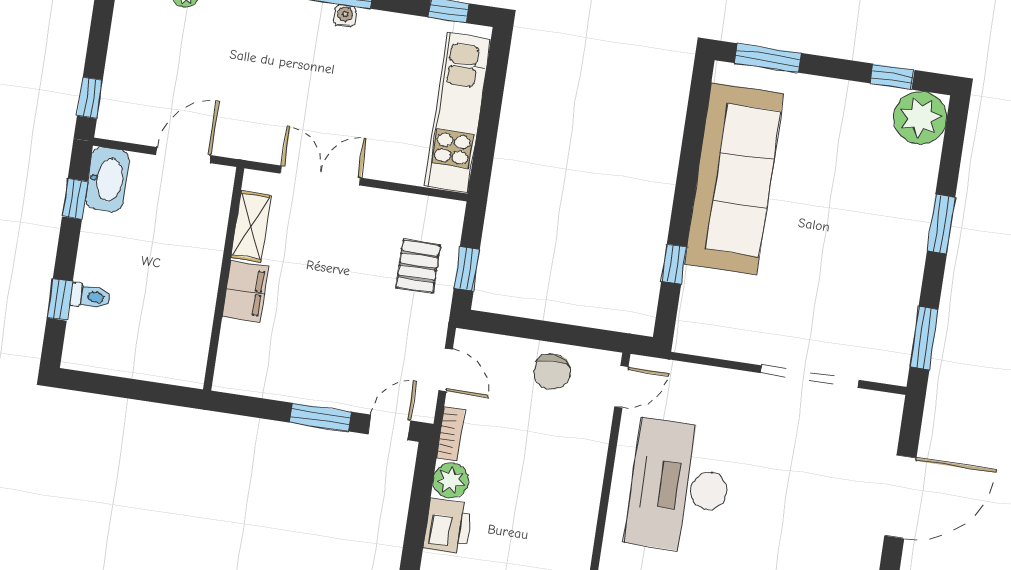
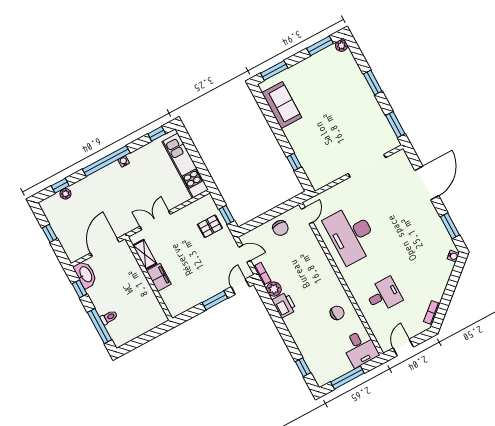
window: (892, 77) -> (320, 46), width x1.50
window: (90, 98) -> (50, 233), moved
plant: (920, 118) -> (341, 46), width x0.53, depth x0.53
door: (184, 155) -> (105, 247), width x1.36
sofa: (734, 179) -> (282, 105), width x0.54, depth x0.79
pallet: (418, 266) -> (210, 226), turned 90
window: (60, 300) -> (100, 326), width x2.17

